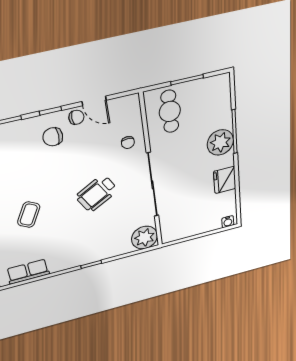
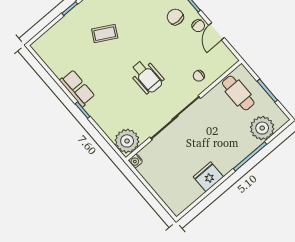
cafe table: (170, 111) -> (238, 93), turned 90
plant: (220, 142) -> (262, 128), moved
wheelchair: (97, 193) -> (147, 77), turned -151
water cooler: (228, 222) -> (136, 161), moved
row of seats: (28, 272) -> (77, 88), moved

